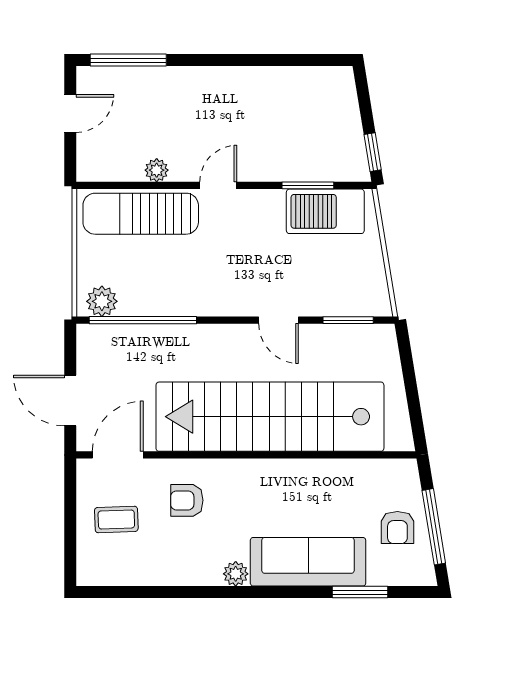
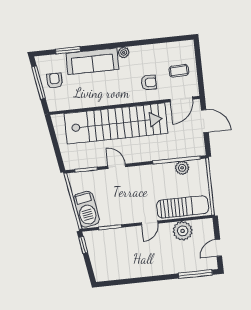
plant: (157, 170) -> (183, 231), width x1.88, depth x1.88
barbecue: (325, 211) -> (86, 209), moved, turned 81
plant: (102, 301) -> (182, 168), moved

